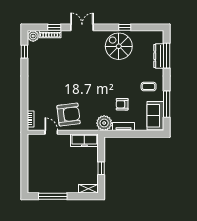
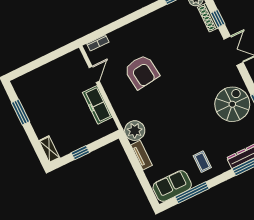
armchair: (122, 104) -> (167, 141), removed
armchair: (69, 115) -> (142, 72), moved
freezer: (84, 140) -> (98, 105), moved
window: (53, 196) -> (21, 112), width x0.69

